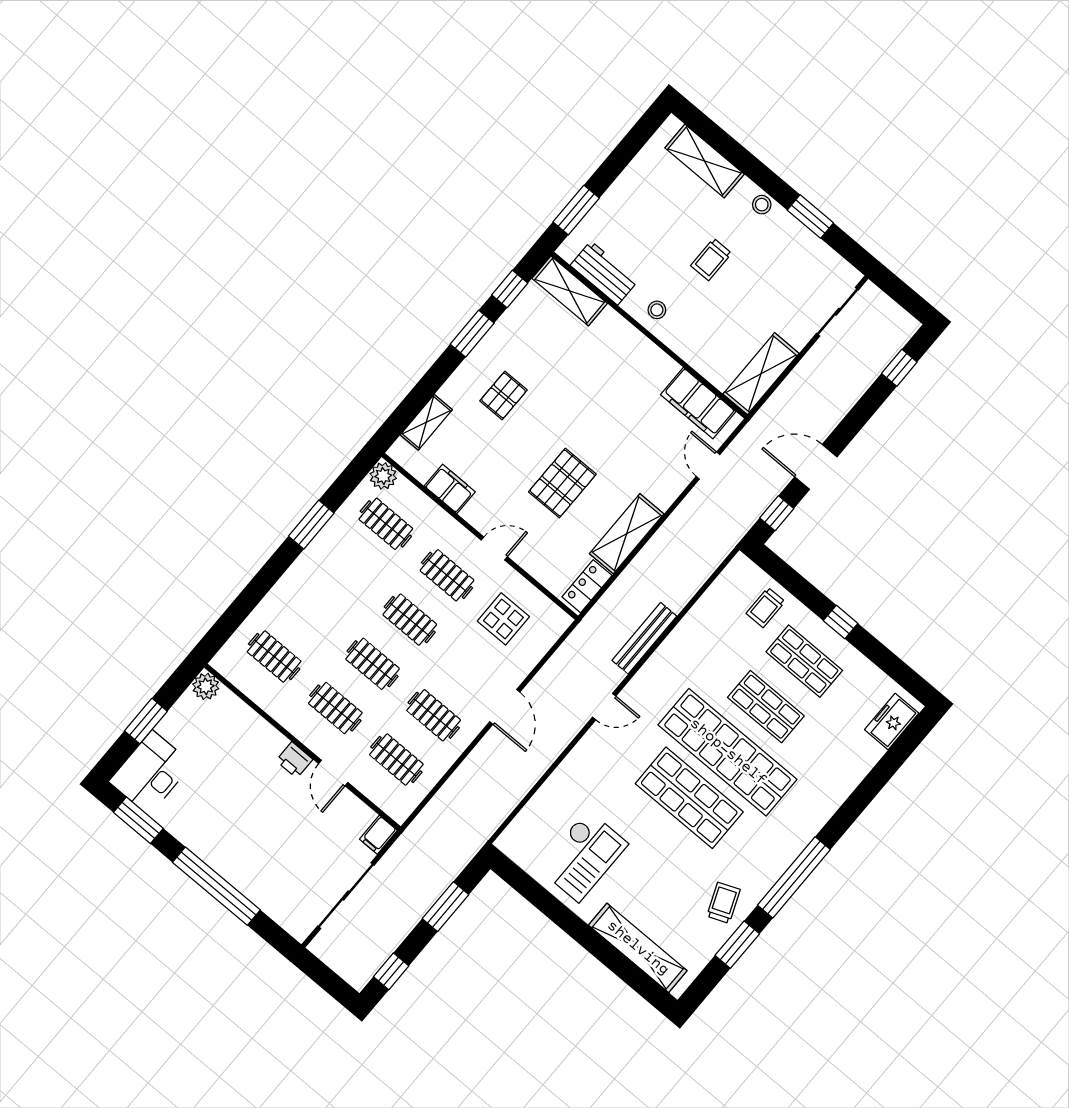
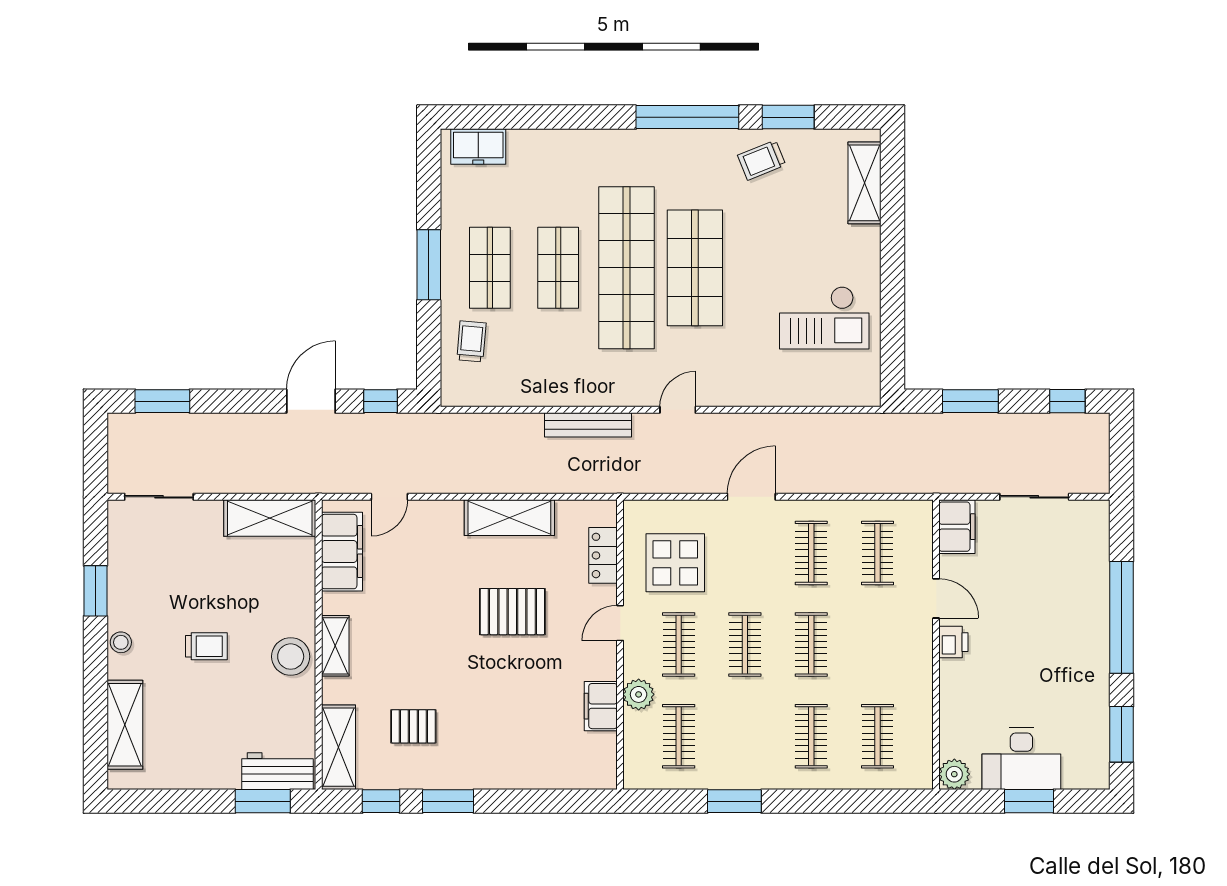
workbench: (604, 273) -> (277, 771), moved, turned 90
stool: (657, 310) -> (291, 657), width x1.89, depth x1.89
window: (899, 368) -> (162, 401), width x1.50
pallet: (504, 395) -> (413, 726), moved
shelving: (426, 422) -> (335, 646), moved, turned 90
door: (816, 467) -> (311, 401), swing flipped
plant: (383, 476) -> (639, 694), moved
door: (494, 548) -> (620, 623), hinge flipped
locker: (587, 586) -> (603, 555), moved, turned 90
trolley: (766, 607) -> (471, 341), turned -85
display table: (503, 619) -> (675, 563), width x1.36, depth x1.36
window: (841, 622) -> (429, 265), width x2.17
door: (604, 707) -> (678, 410), hinge flipped
clothes rail: (335, 708) -> (811, 736), moved
desk: (151, 773) -> (1021, 759), moved
door: (333, 773) -> (936, 598), hinge flipped
filing cabinet: (378, 835) -> (957, 527), width x2.00
checkout: (583, 856) -> (824, 318), turned 180
sliding door: (346, 896) -> (1034, 497), width x0.73
shelving: (638, 948) -> (865, 183), width x0.68

